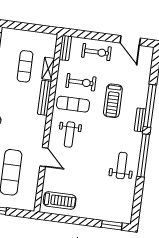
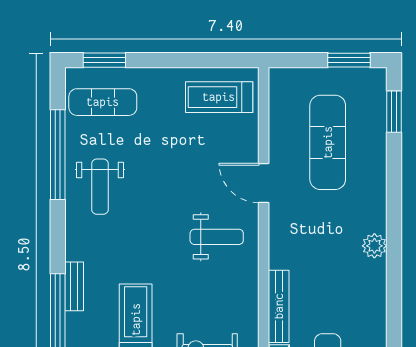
exercise mat: (73, 104) -> (103, 102), moved
weight bench: (69, 134) -> (217, 237), turned 90
window: (143, 155) -> (58, 155), moved

